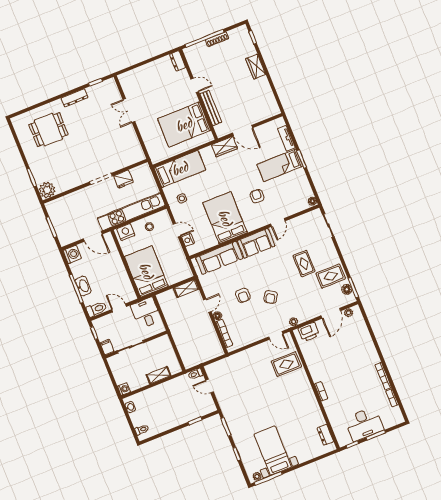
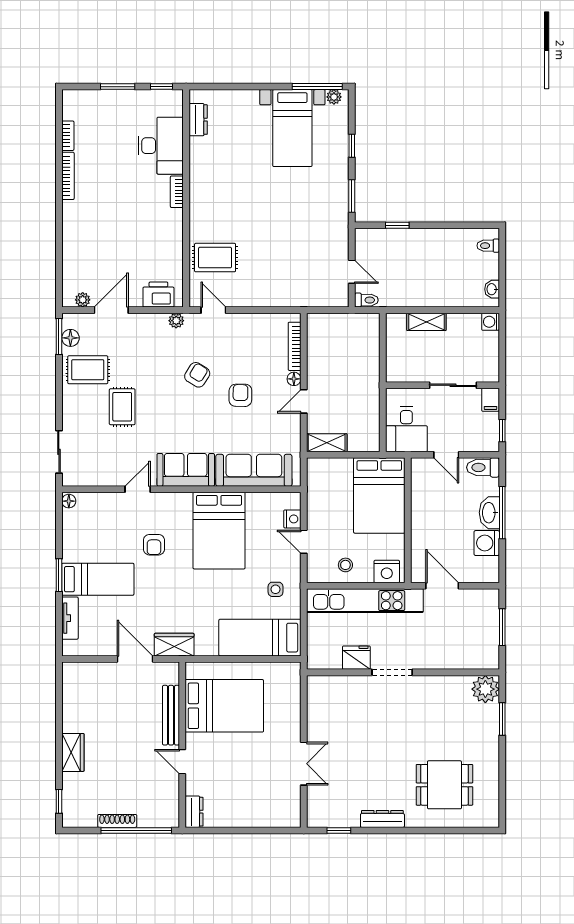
washing machine: (72, 254) -> (487, 543), moved
desk: (364, 424) -> (161, 146), moved, turned 90

